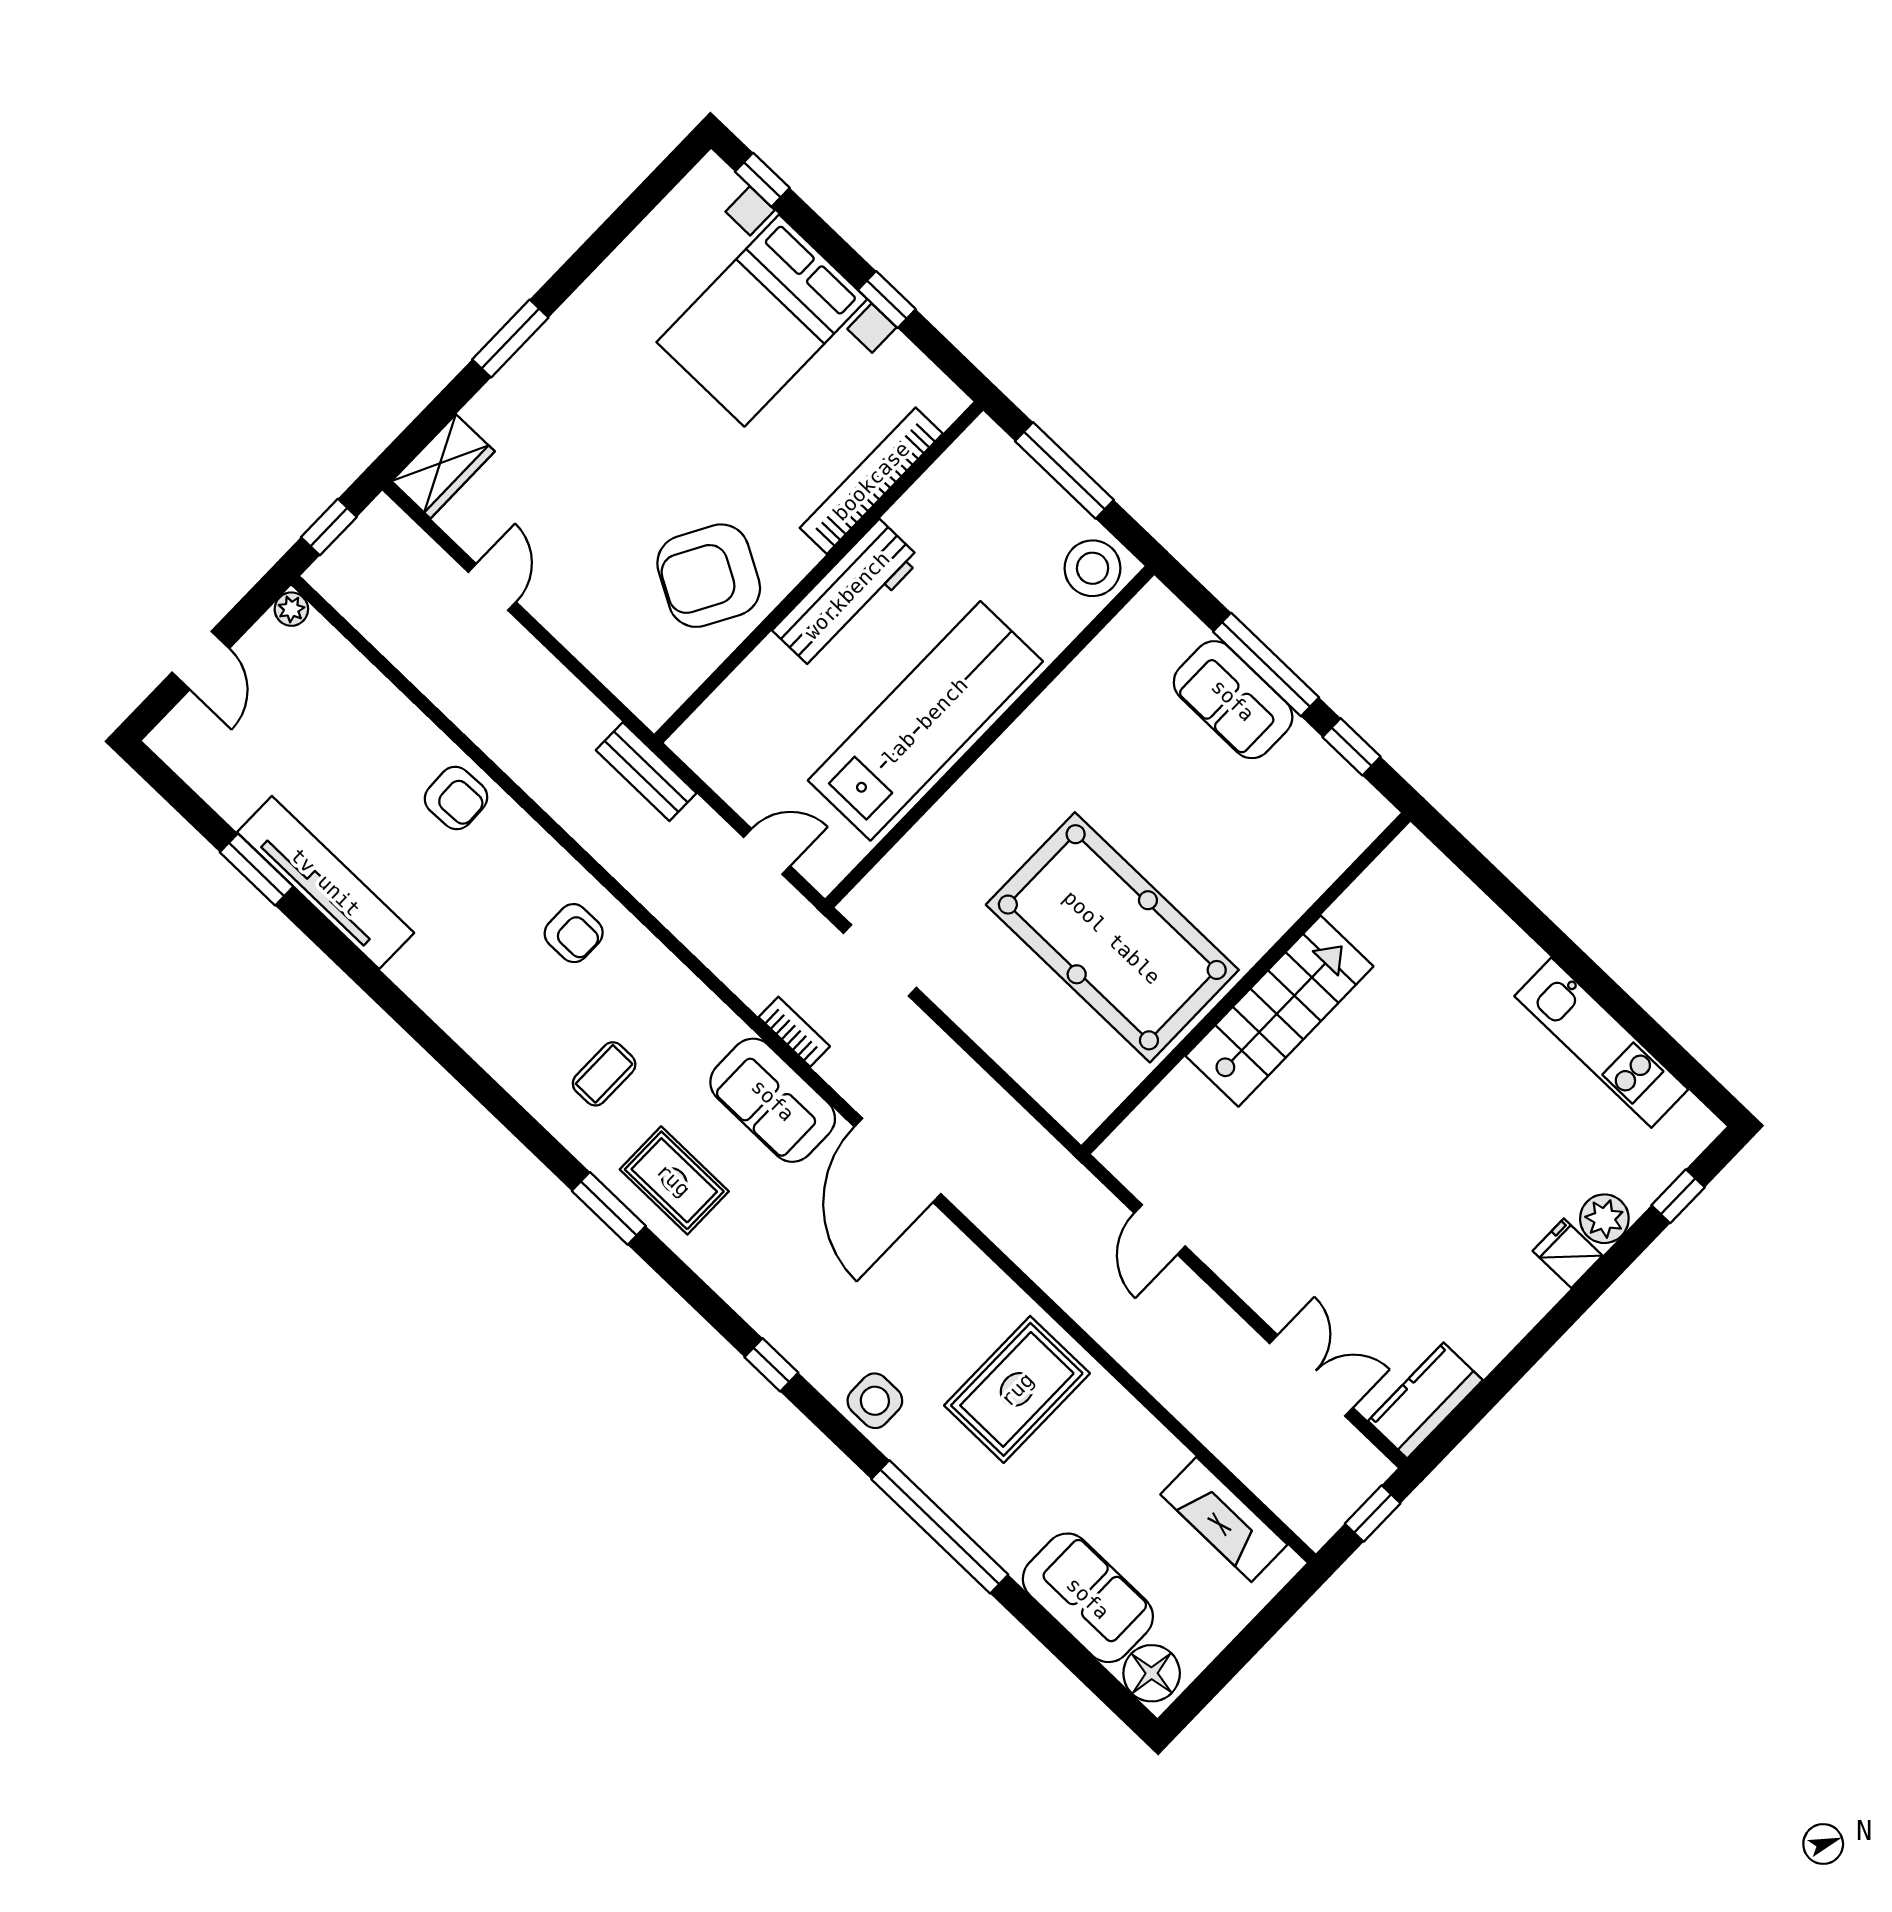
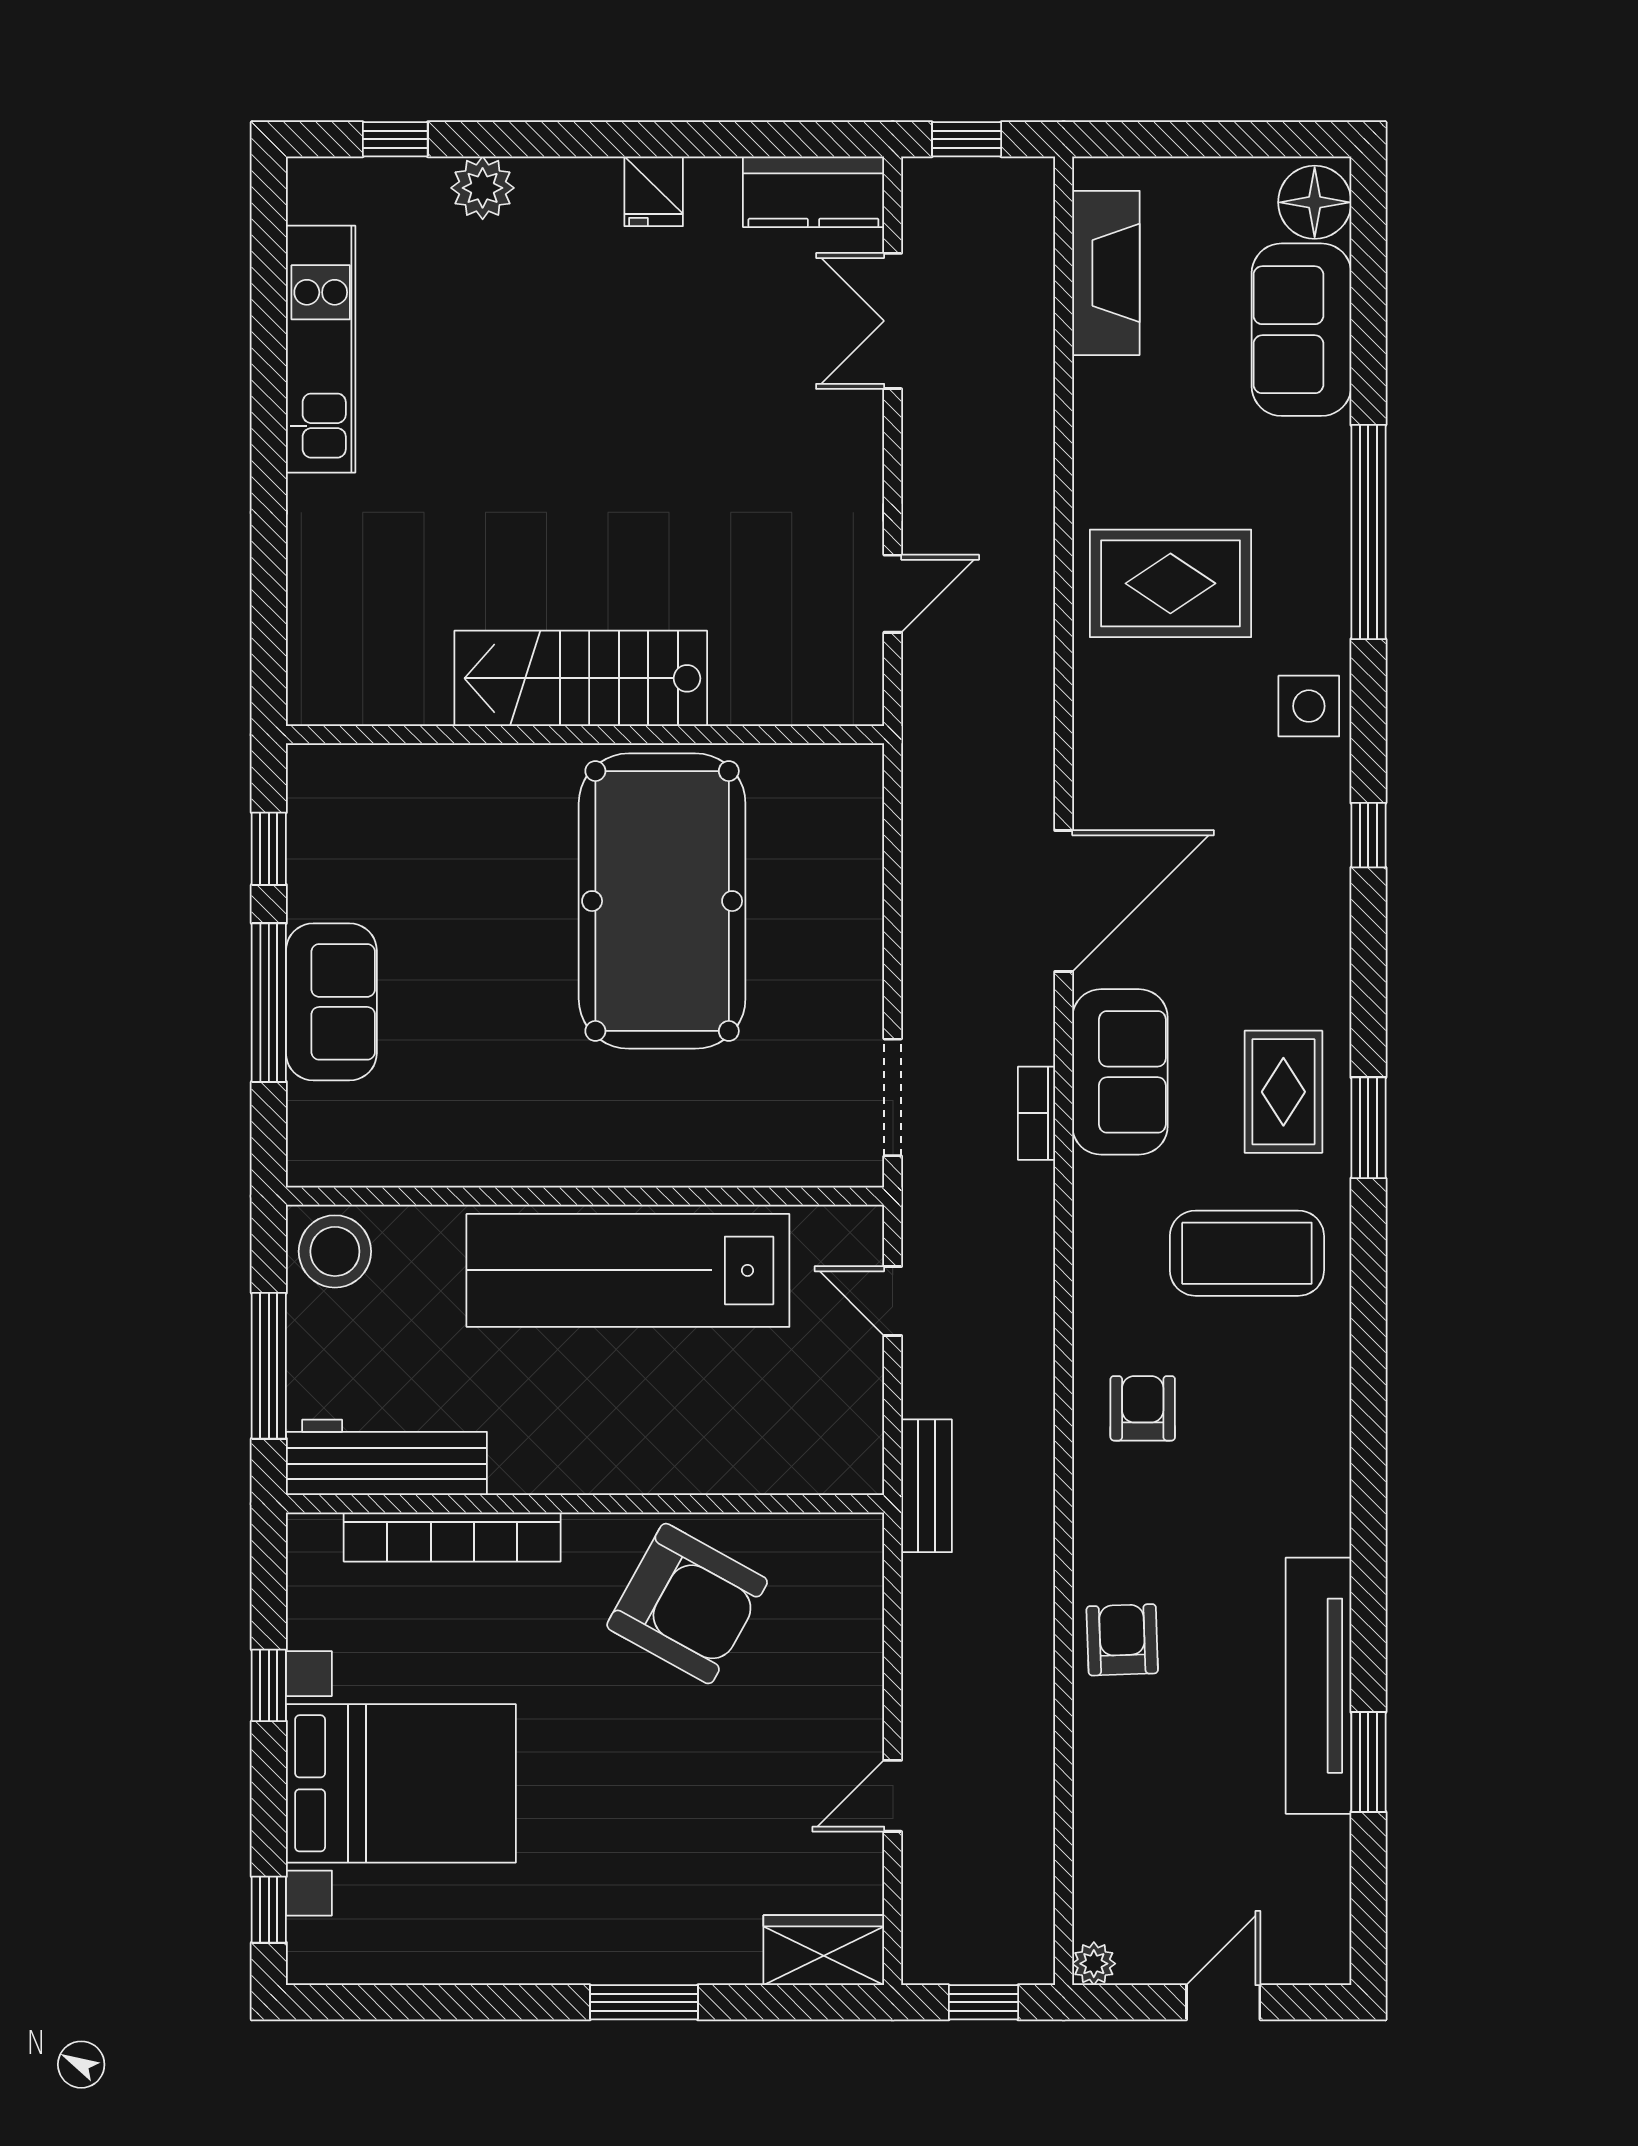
workbench: (847, 595) -> (386, 1457), moved
coffee table: (604, 1074) -> (1247, 1253), width x1.86, depth x1.72
fridge: (1568, 1253) -> (654, 191), moved

